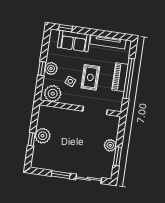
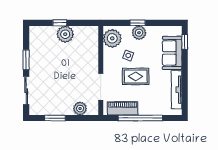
piano: (120, 77) -> (123, 108), moved
plant: (110, 145) -> (80, 109), moved

